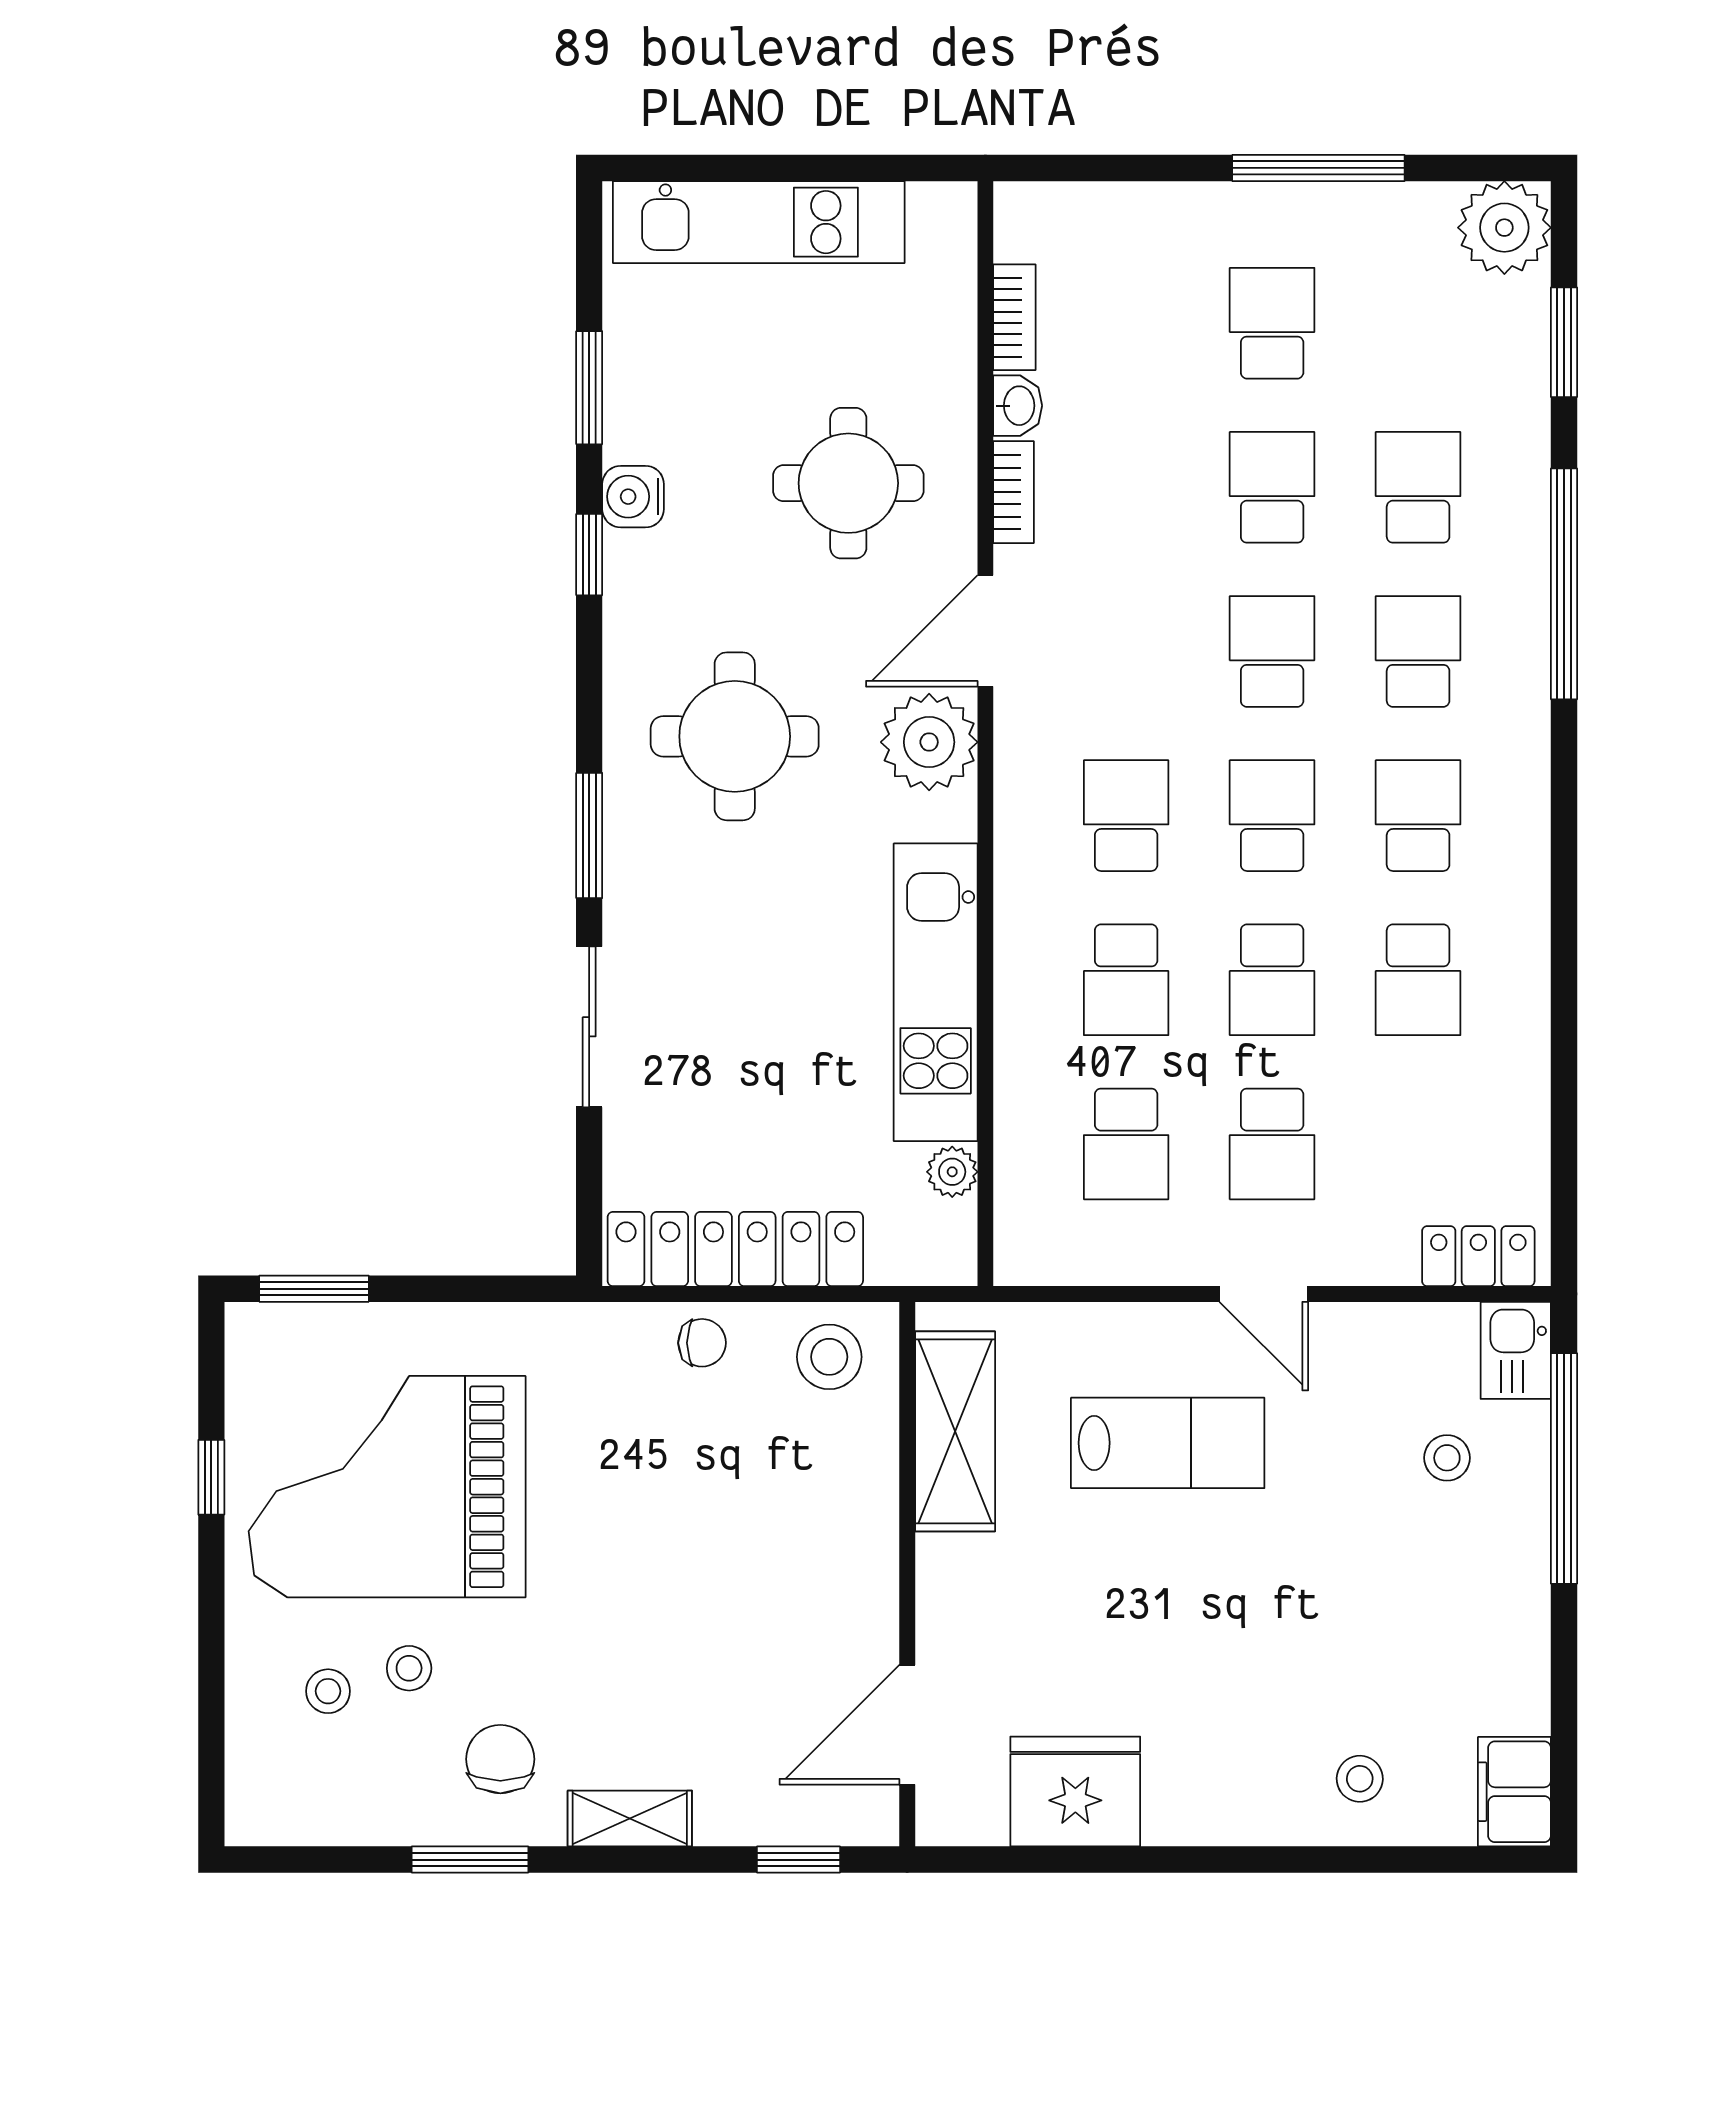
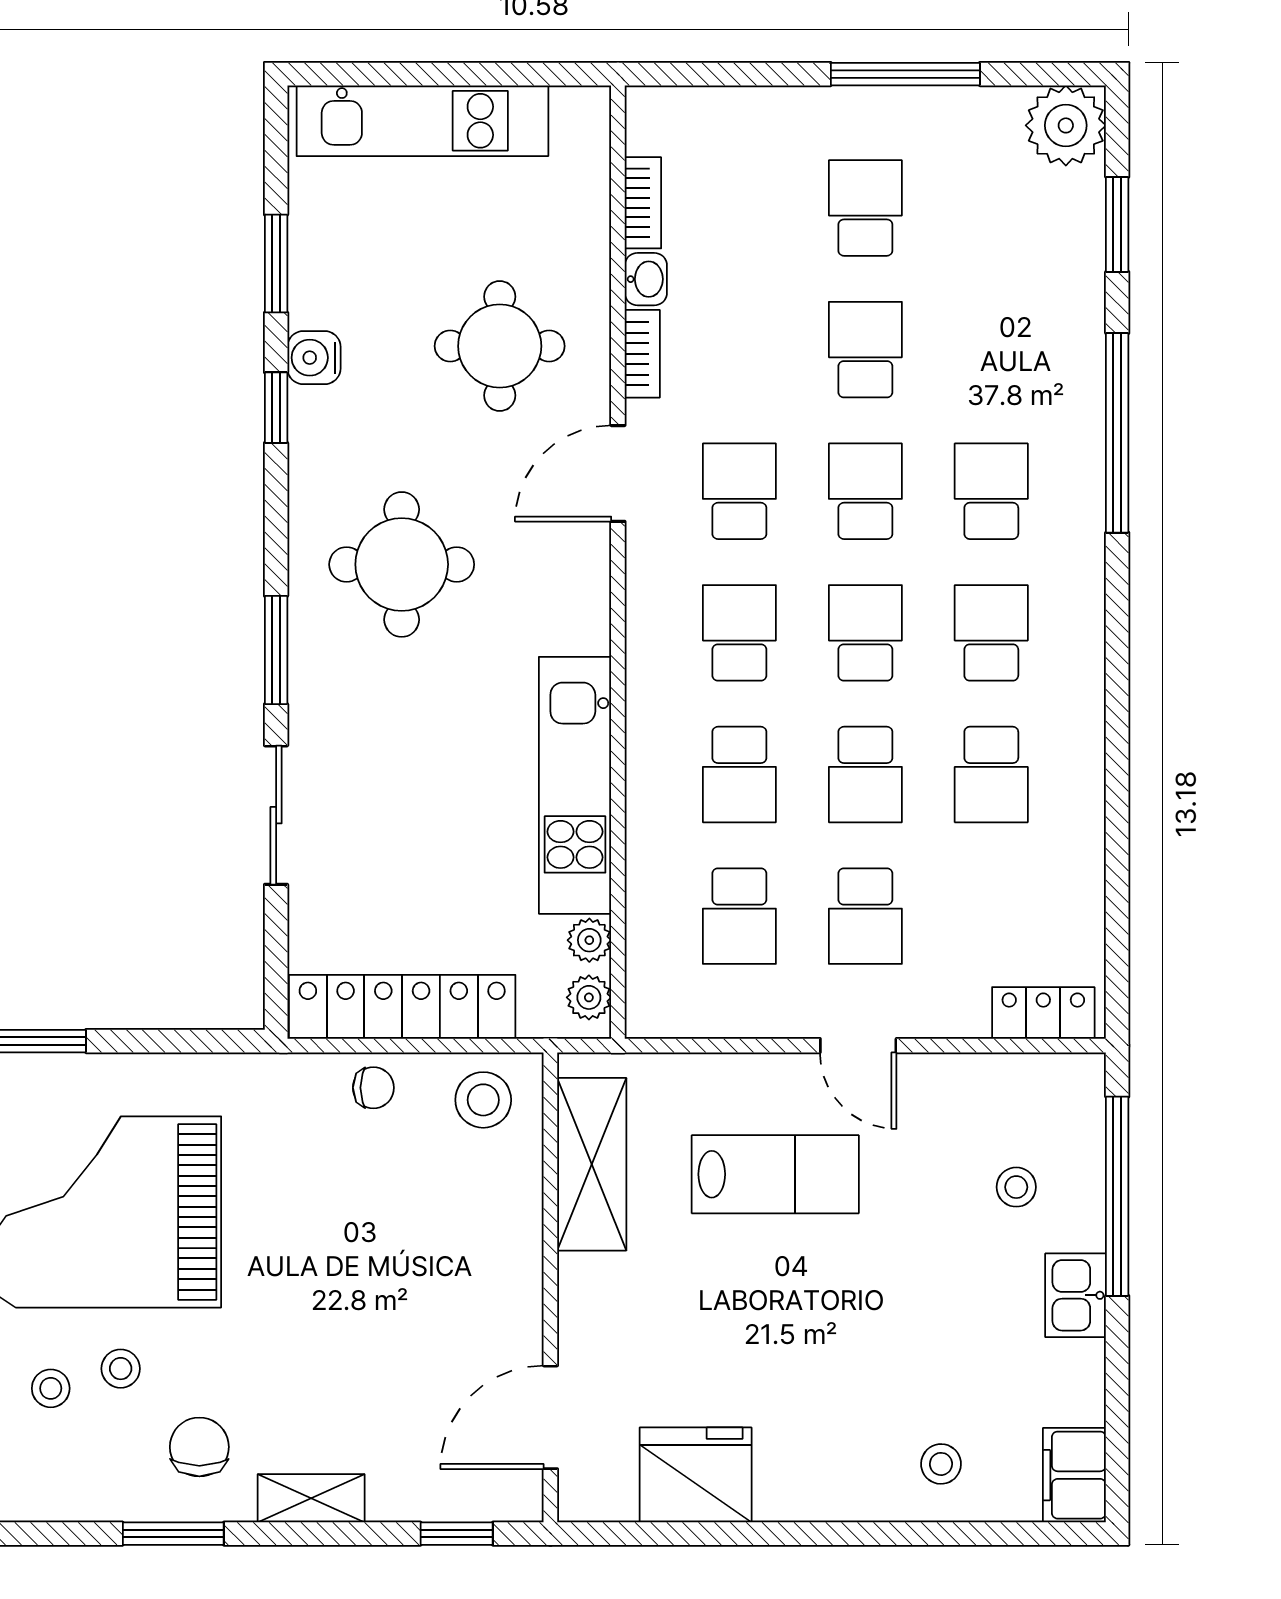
school desk: (1418, 487) -> (739, 491), moved
plant: (929, 742) -> (589, 997), moved, width x0.53, depth x0.53
kitchen sink: (1516, 1350) -> (1076, 1295), moved

